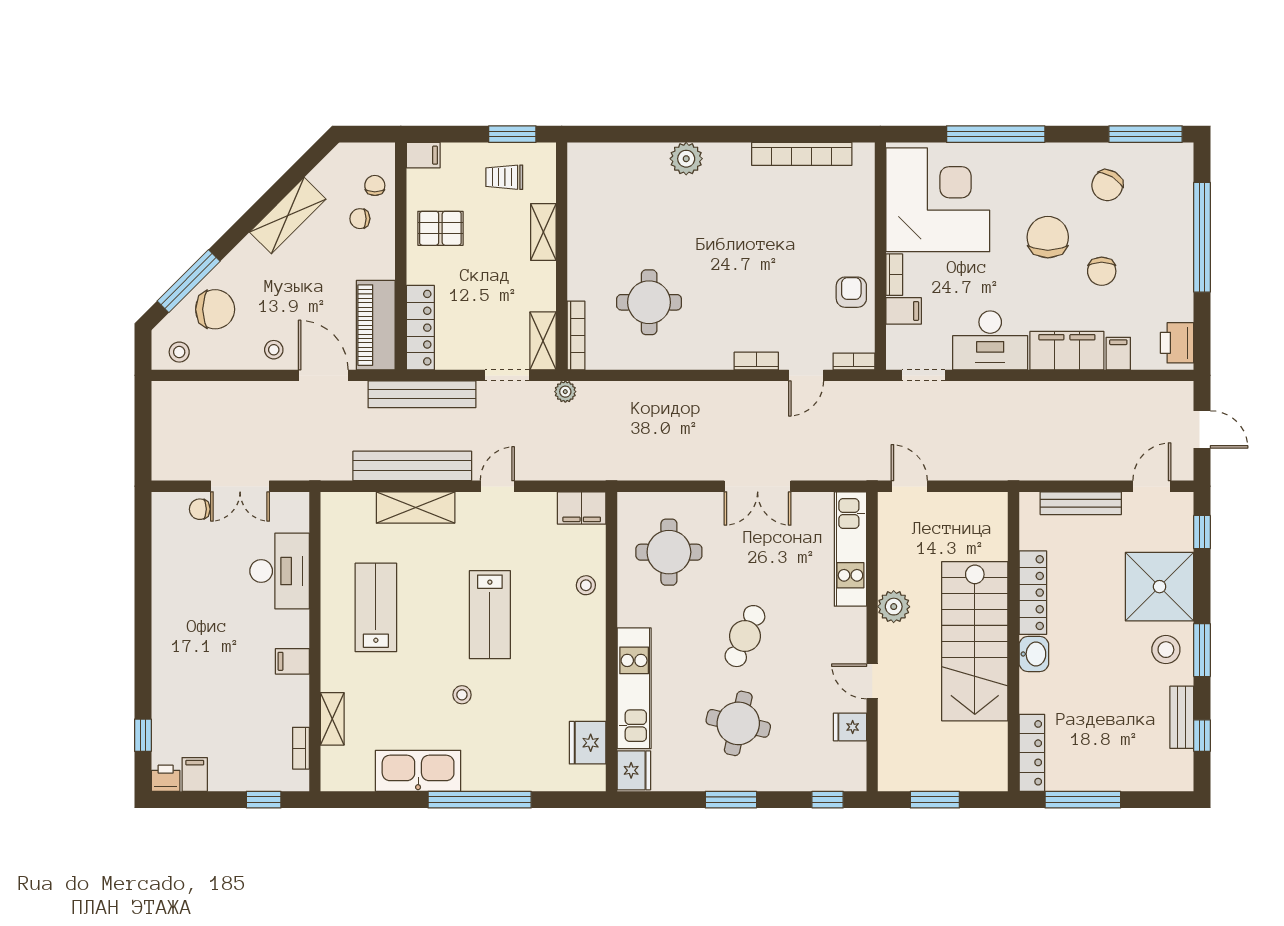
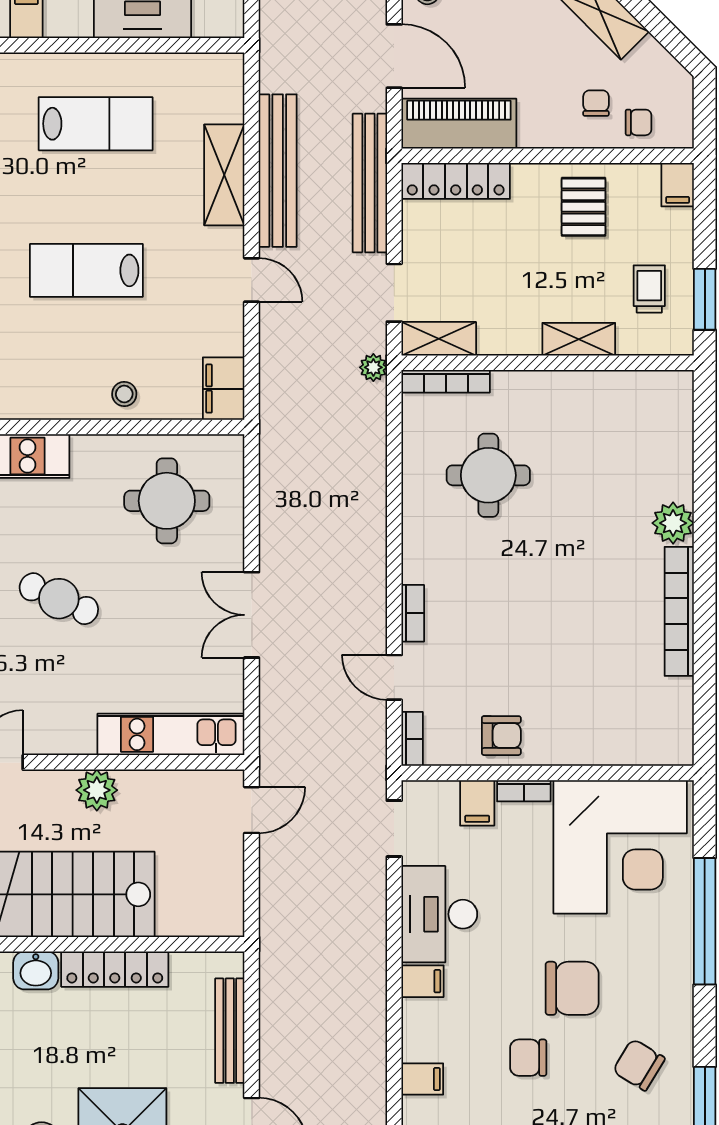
bookcase: (802, 154) -> (679, 611), moved
filing cabinet: (1067, 351) -> (423, 981), width x0.33, depth x0.86
door: (323, 375) -> (394, 56), hinge flipped

